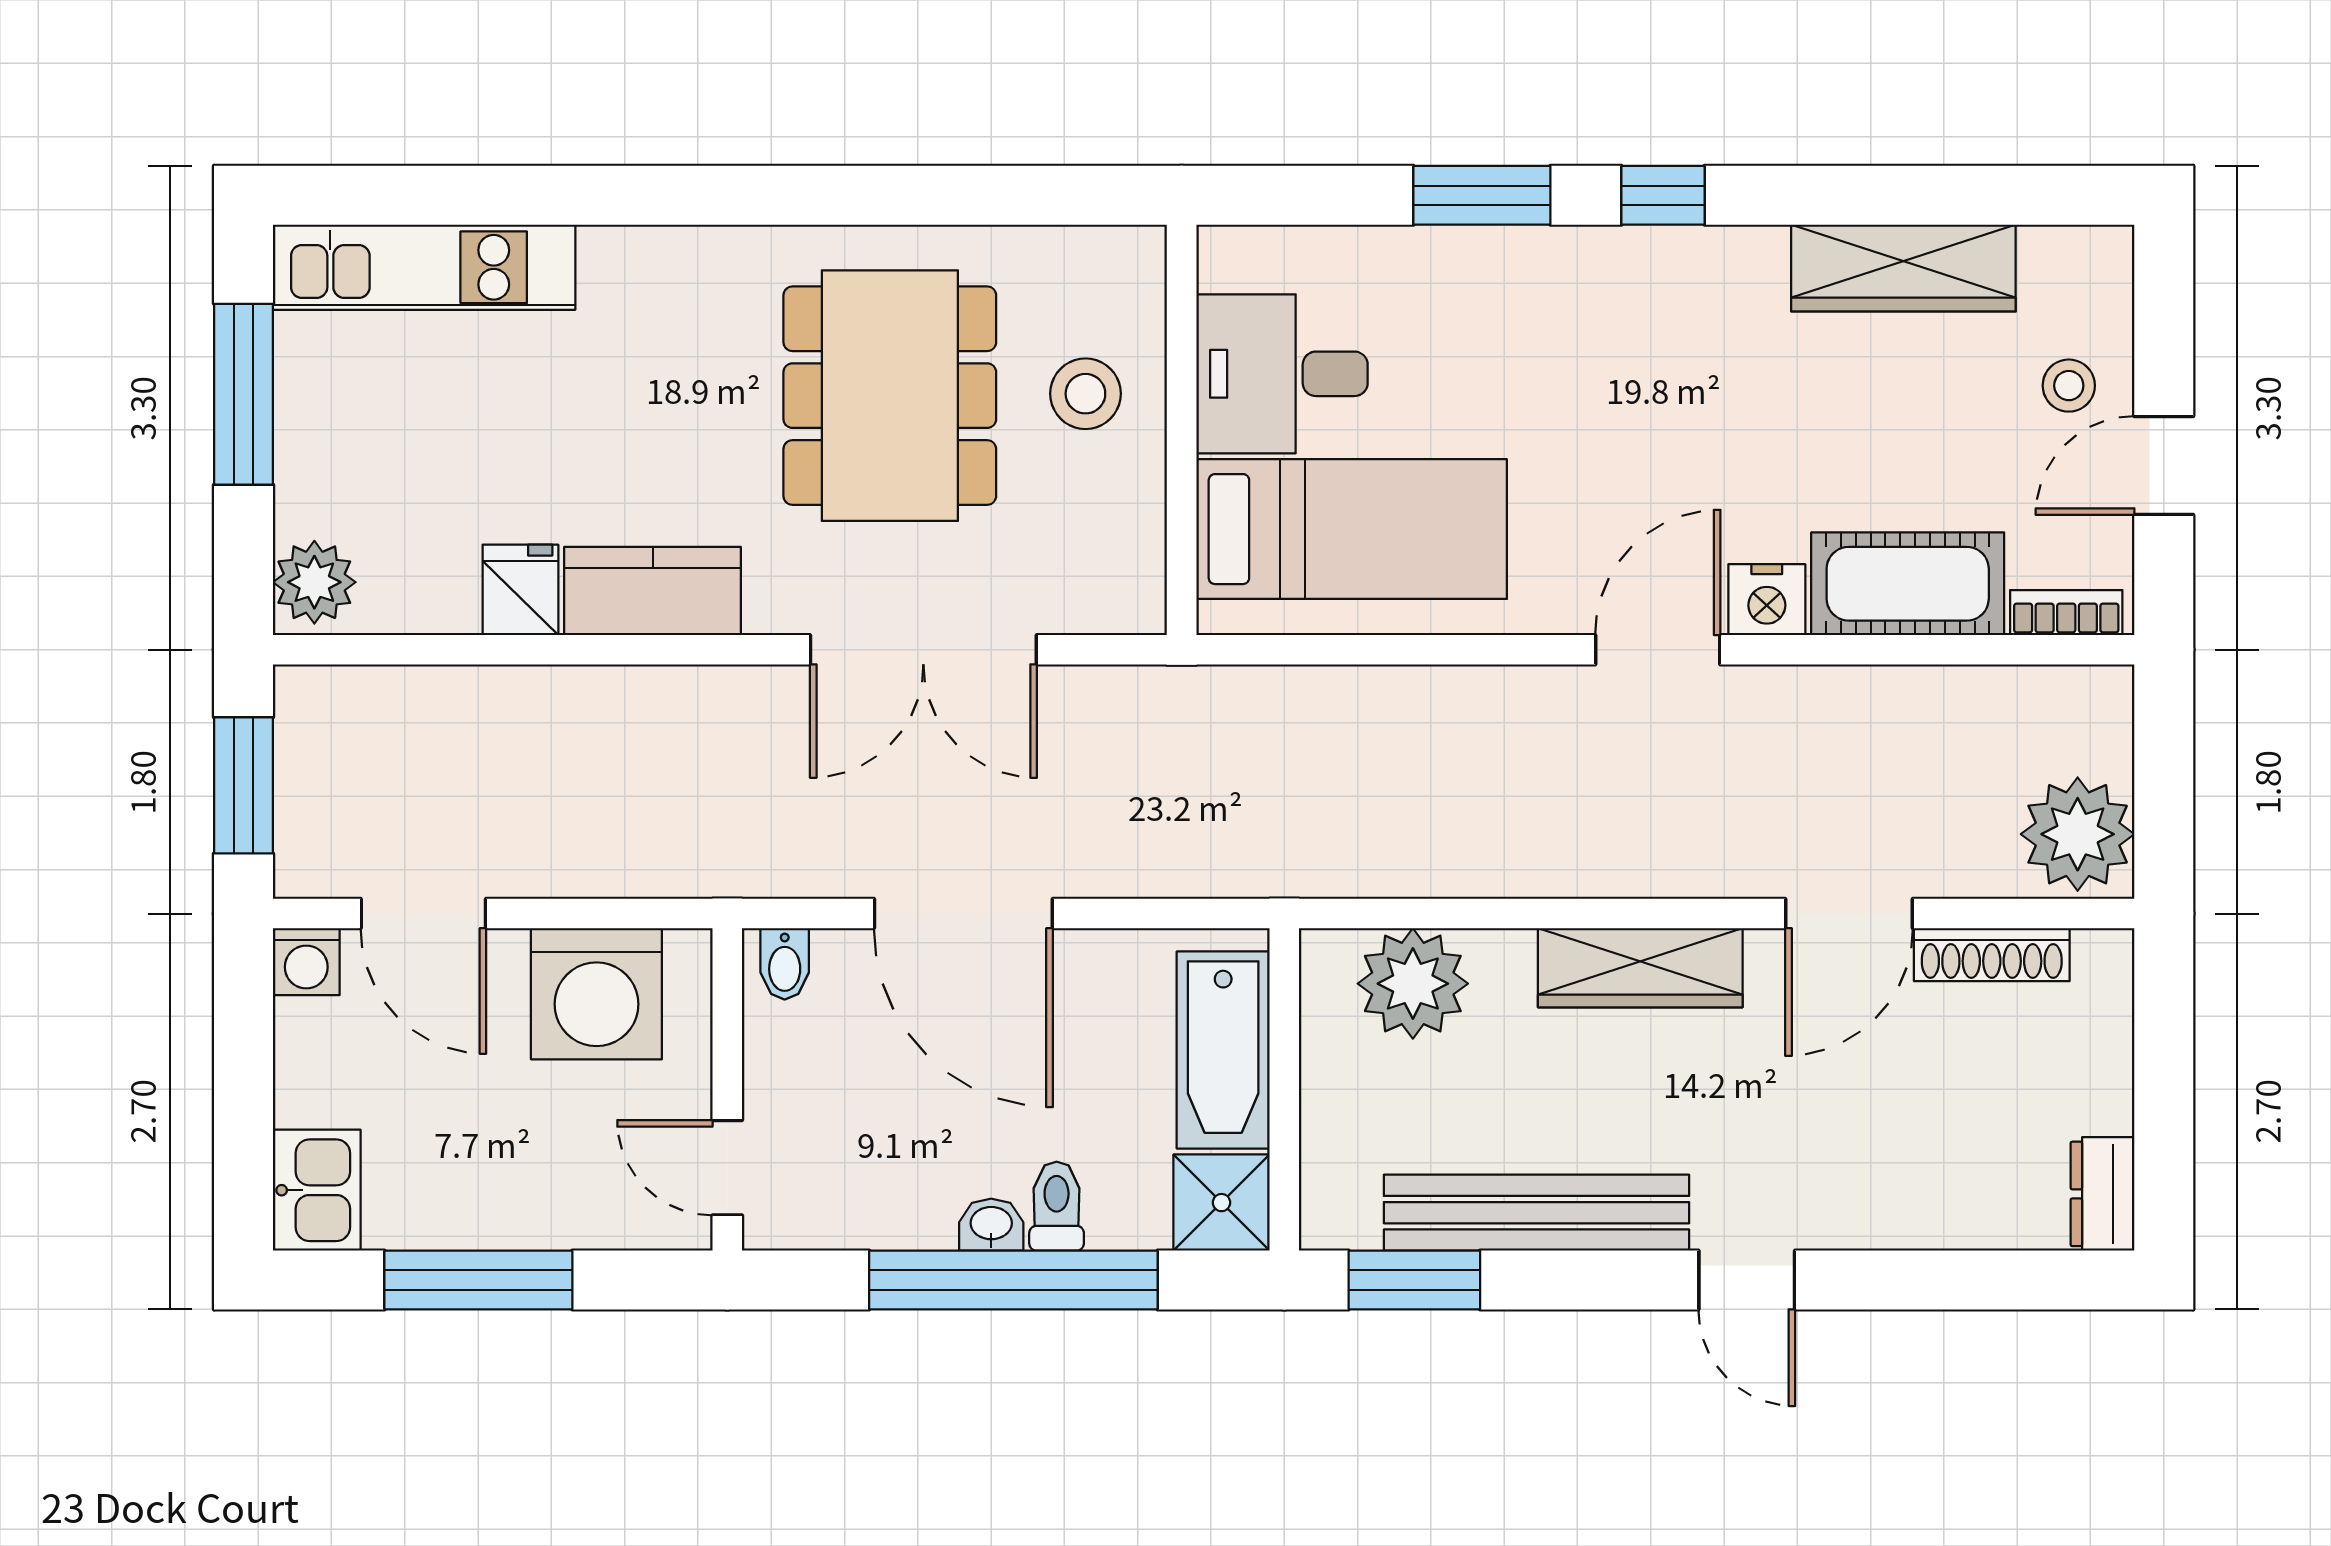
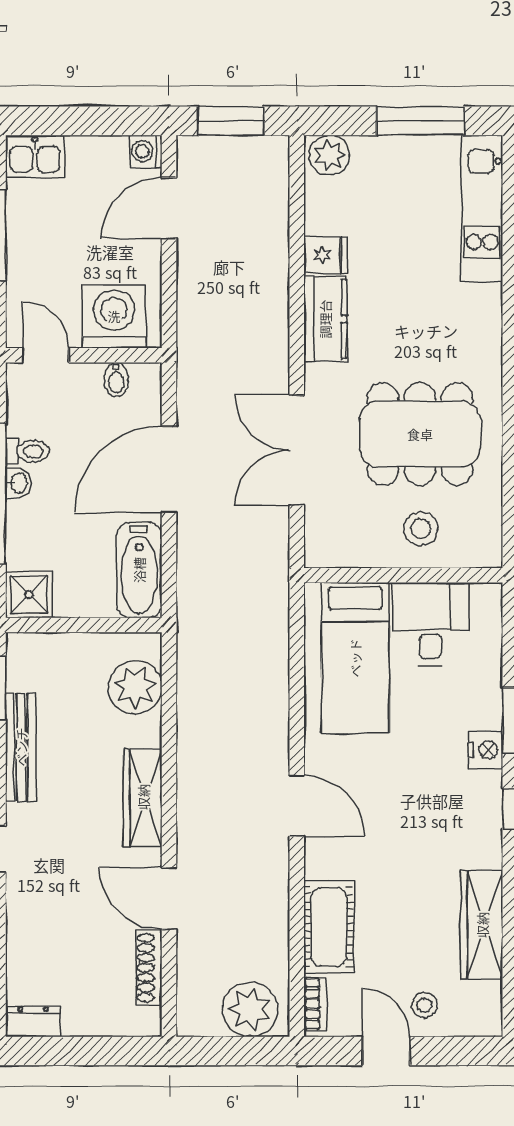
nightstand: (1767, 600) -> (486, 750), moved, turned 180
plant: (2078, 834) -> (250, 1009), moved
bidet: (785, 964) -> (116, 380), moved, turned -90
washing machine: (596, 994) -> (114, 316), moved, turned 90
bathtub: (1223, 1050) -> (139, 570), moved, turned -90
door: (727, 1168) -> (46, 355), hinge flipped
toilet: (1057, 1206) -> (27, 451), moved
bench: (1537, 1213) -> (21, 747), width x0.73, depth x0.82

